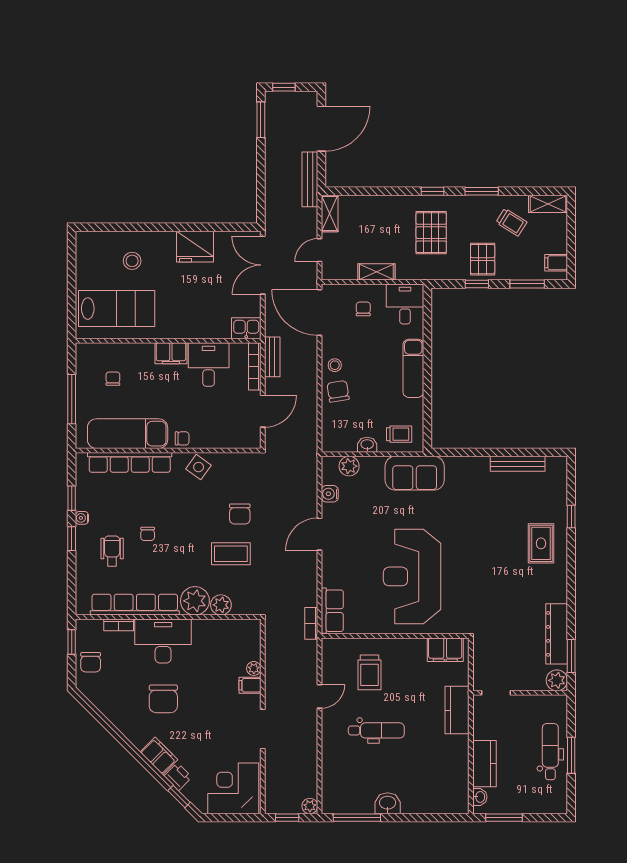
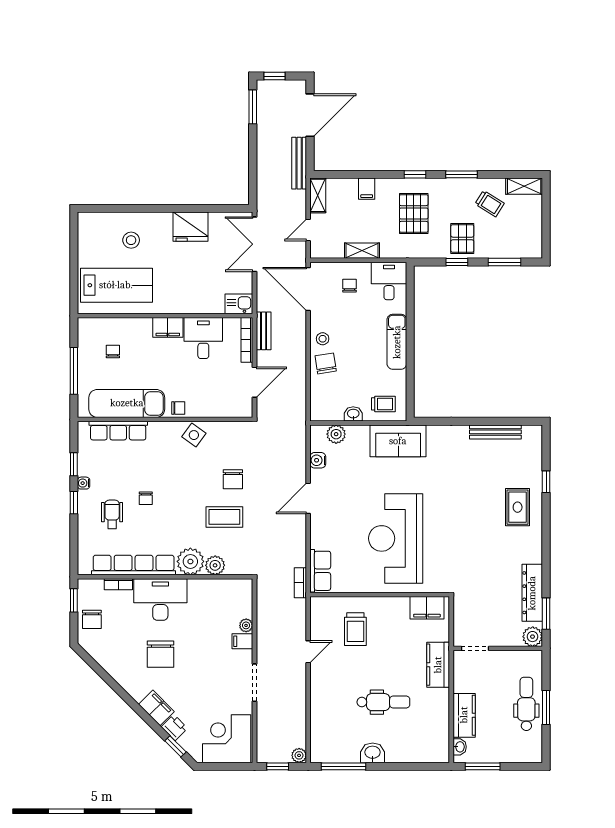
filing cabinet: (556, 263) -> (367, 189), moved, turned -90
row of seats: (130, 462) -> (118, 431), width x0.73
dental chair: (376, 730) -> (383, 702), moved

